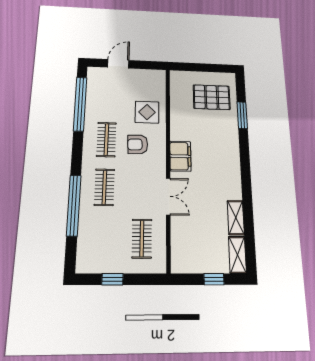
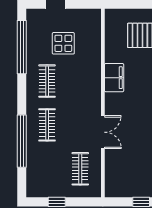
display table: (147, 112) -> (63, 43), moved
armchair: (138, 144) -> (75, 85), removed
filing cabinet: (180, 156) -> (114, 78), moved

